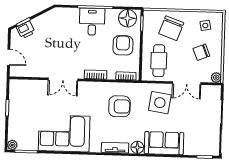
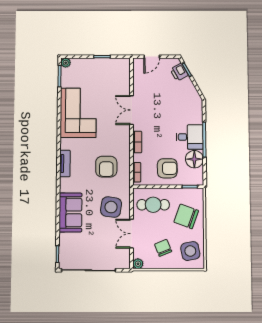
floor lamp: (128, 18) -> (194, 159), moved
side table: (205, 25) -> (190, 251), width x1.87, depth x1.87
floor lamp: (137, 147) -> (66, 186), removed

